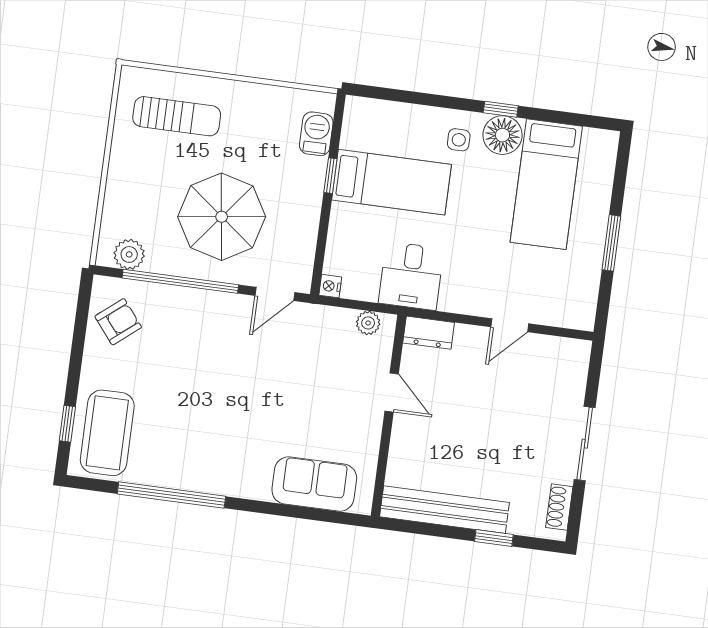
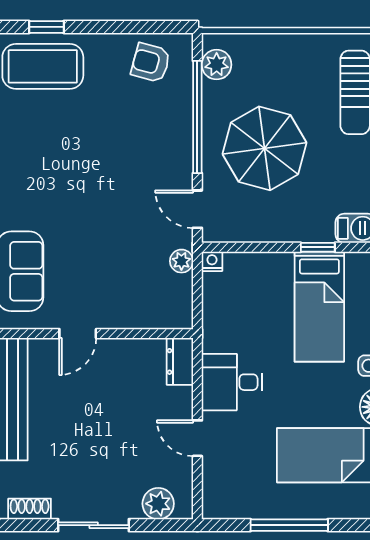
window: (611, 243) -> (289, 525), width x1.44
desk: (411, 276) -> (232, 382), moved
armchair: (118, 322) -> (151, 63), turned 144
plant: (368, 323) -> (181, 261), moved
plant: (571, 374) -> (158, 504), added
door: (392, 392) -> (78, 334), moved

